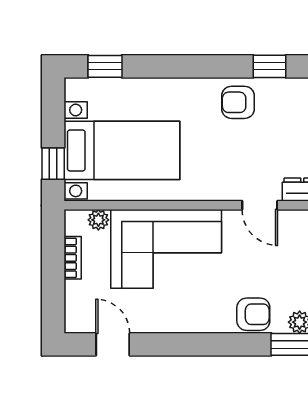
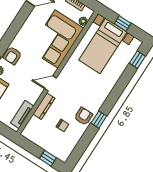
armchair: (238, 102) -> (83, 116), moved
window: (53, 164) -> (123, 23), moved

